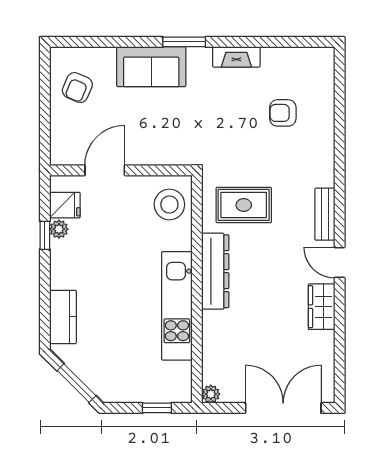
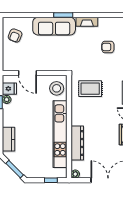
sofa: (151, 67) -> (54, 26), width x1.36
door: (105, 170) -> (27, 73), swing flipped
dresser: (215, 271) -> (77, 143), moved
kitchen unit: (177, 306) -> (60, 134), width x1.36

